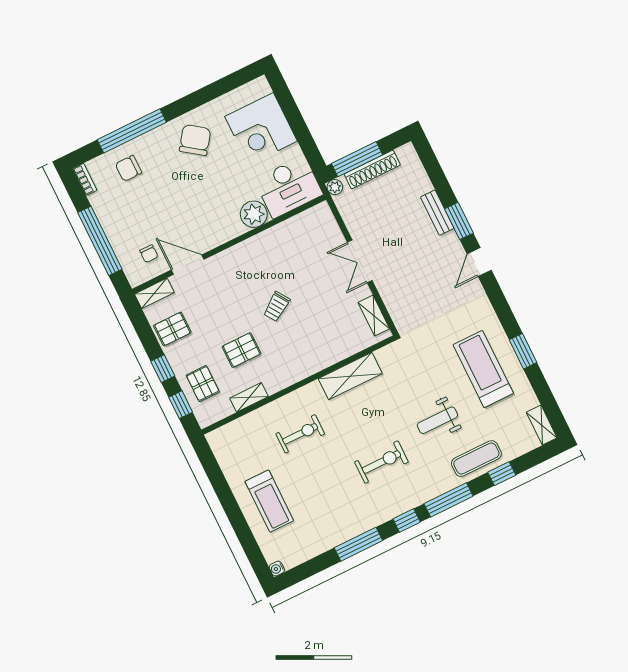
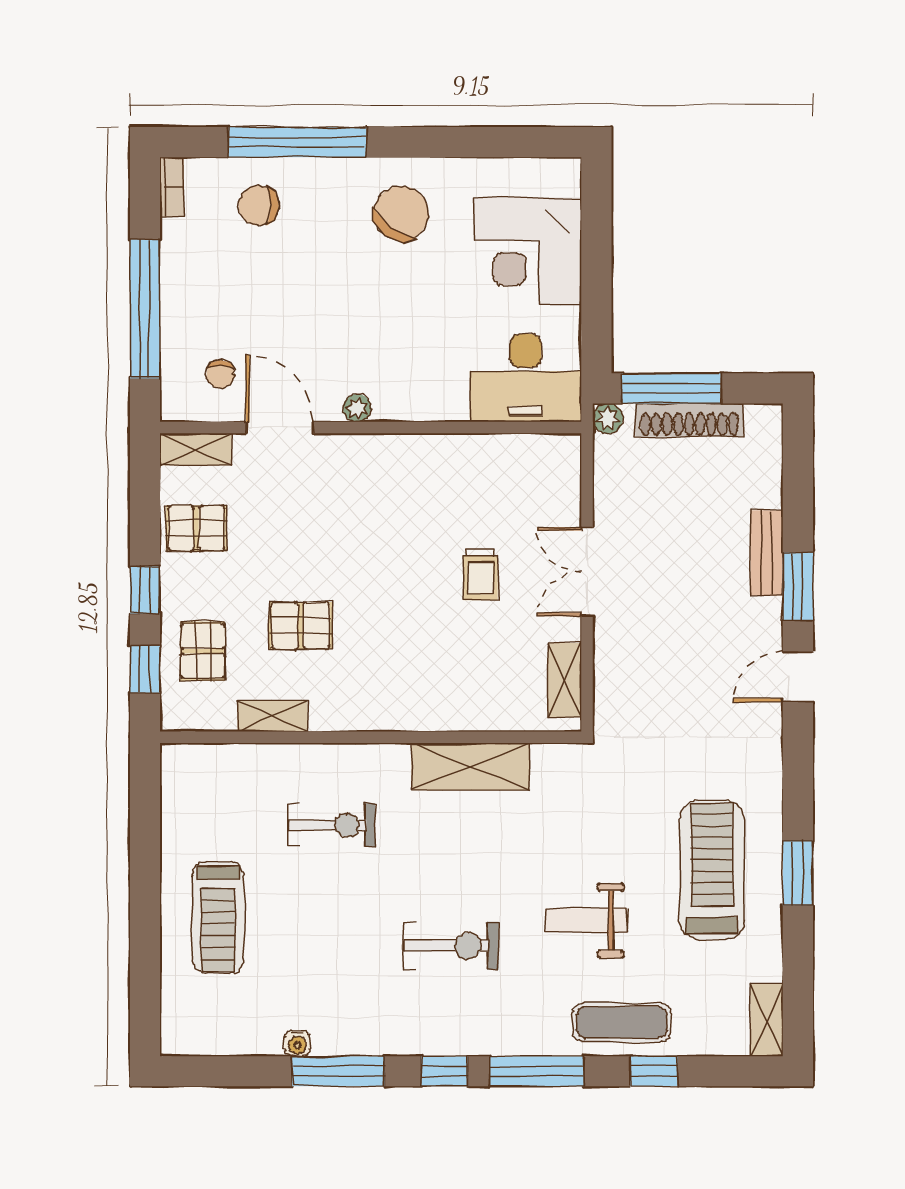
plant: (254, 214) -> (357, 408), moved, width x0.53, depth x0.53
trolley: (277, 307) -> (480, 574), moved, turned -56
water cooler: (277, 569) -> (297, 1043), moved, turned -90

